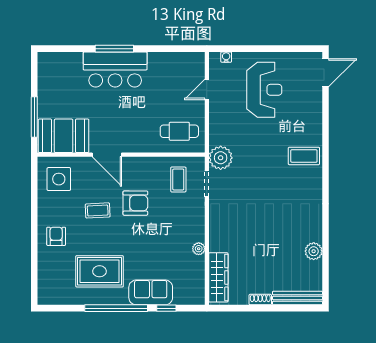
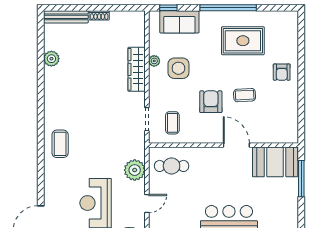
coffee table: (304, 156) -> (60, 144), turned 90
plant: (221, 158) -> (135, 170), moved
side table: (59, 179) -> (178, 68), moved
armchair: (135, 203) -> (211, 102), turned 90
wardrobe: (218, 277) -> (137, 69), moved
sofa: (151, 292) -> (179, 22), moved
window: (166, 308) -> (168, 8), moved

